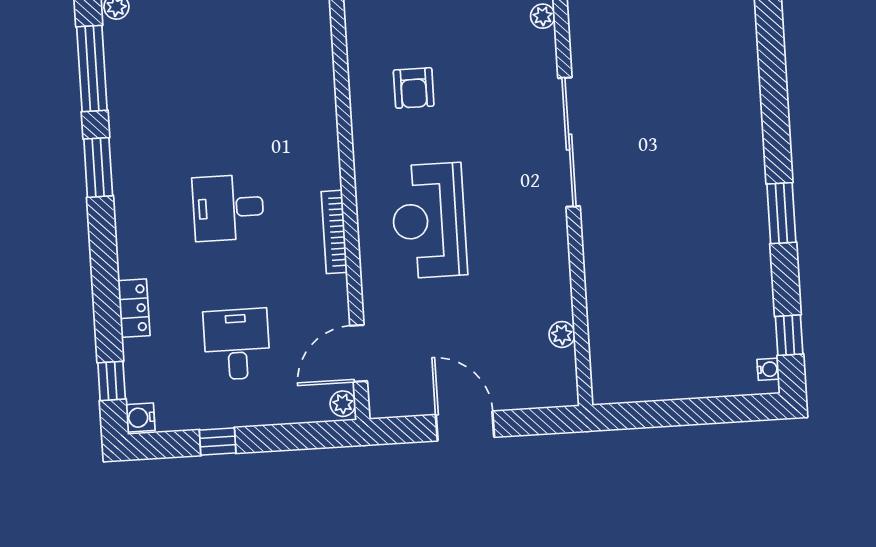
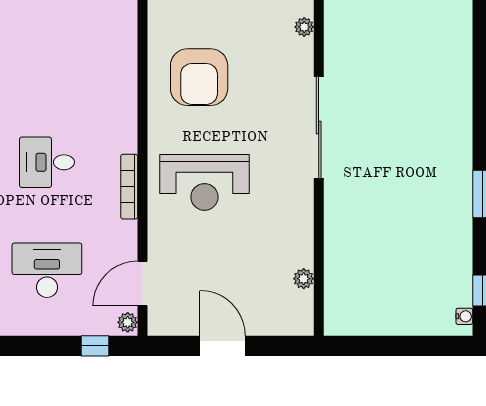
armchair: (414, 88) -> (199, 77), width x1.88, depth x1.88
reception desk: (429, 221) -> (204, 182), turned -90
desk: (237, 344) -> (47, 270), width x1.37
window: (218, 441) -> (95, 346), moved

